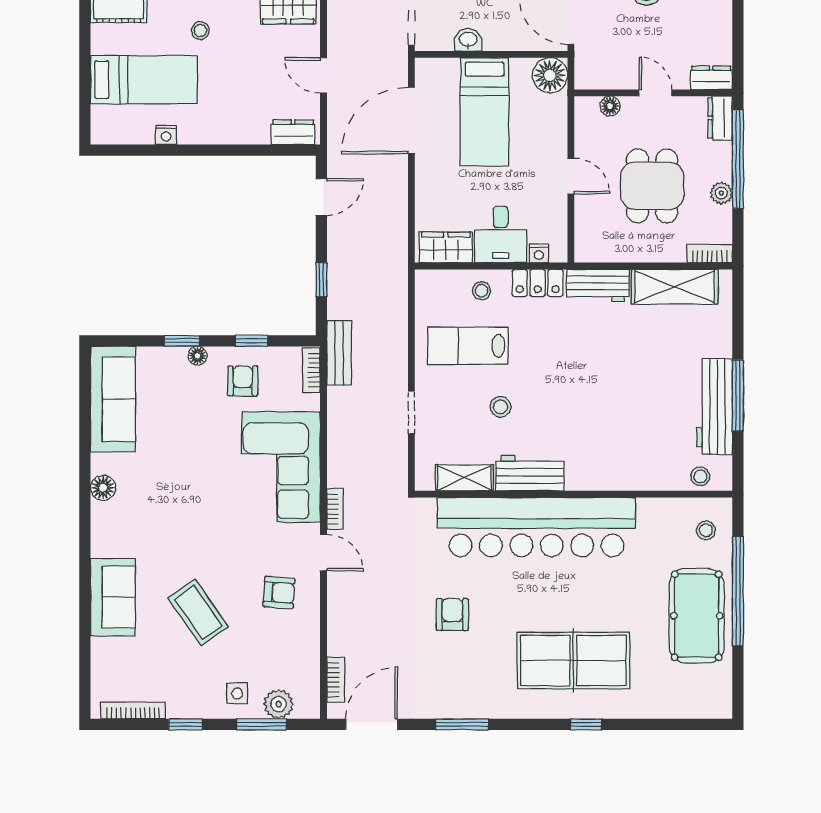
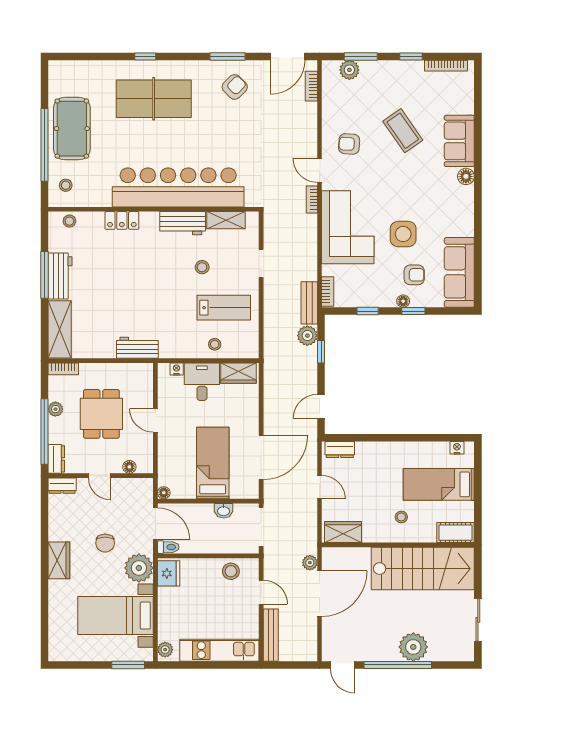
floor lamp: (550, 75) -> (164, 493), width x0.53, depth x0.53
nightstand: (166, 135) -> (457, 448), moved
locker: (538, 283) -> (122, 220), moved, turned 180
shelving: (675, 287) -> (60, 329), moved, turned 90
plant: (342, 304) -> (307, 336), added
armchair: (243, 381) -> (414, 275), moved, turned -90
workbench: (714, 407) -> (60, 276), width x0.73
floor lamp: (103, 488) -> (466, 176), moved
armchair: (452, 614) -> (235, 87), moved, turned -135
side table: (237, 693) -> (403, 234), moved, width x1.87, depth x1.87

